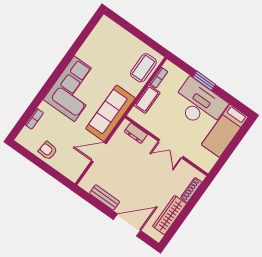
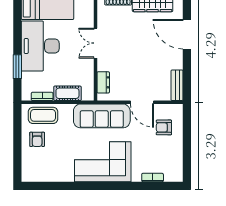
armchair: (128, 50) -> (37, 139), added
window: (204, 81) -> (17, 67), moved
double door: (171, 149) -> (95, 43), swing flipped
armchair: (48, 151) -> (164, 127), moved, turned 85
bench: (105, 198) -> (177, 85), moved

